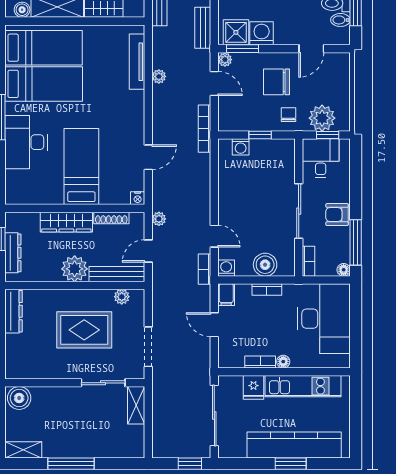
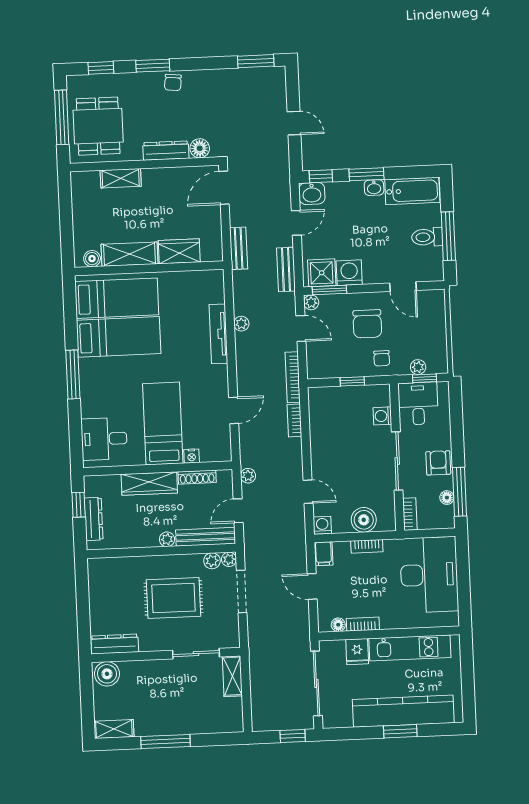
bidet: (340, 20) -> (433, 255), removed
door: (311, 49) -> (403, 287), hinge flipped
tv unit: (137, 62) -> (218, 334), moved
chair: (276, 82) -> (367, 324), turned -90
chair: (288, 115) -> (382, 358), turned 180
plant: (322, 118) -> (418, 367), width x0.53, depth x0.53
desk: (26, 142) -> (104, 439), moved, width x0.73
washing machine: (241, 147) -> (382, 416), moved, turned 90
nightstand: (138, 198) -> (192, 456), moved
armchair: (337, 215) -> (438, 463), turned 90
plant: (75, 269) -> (167, 539), width x0.53, depth x0.53
bookcase: (205, 269) -> (294, 420), moved
floor lamp: (344, 270) -> (447, 498), moved
plant: (138, 296) -> (229, 559), added
dresser: (14, 311) -> (115, 644), moved, turned -90
doorway: (148, 347) -> (242, 592), moved
floor lamp: (283, 362) -> (338, 625), moved

